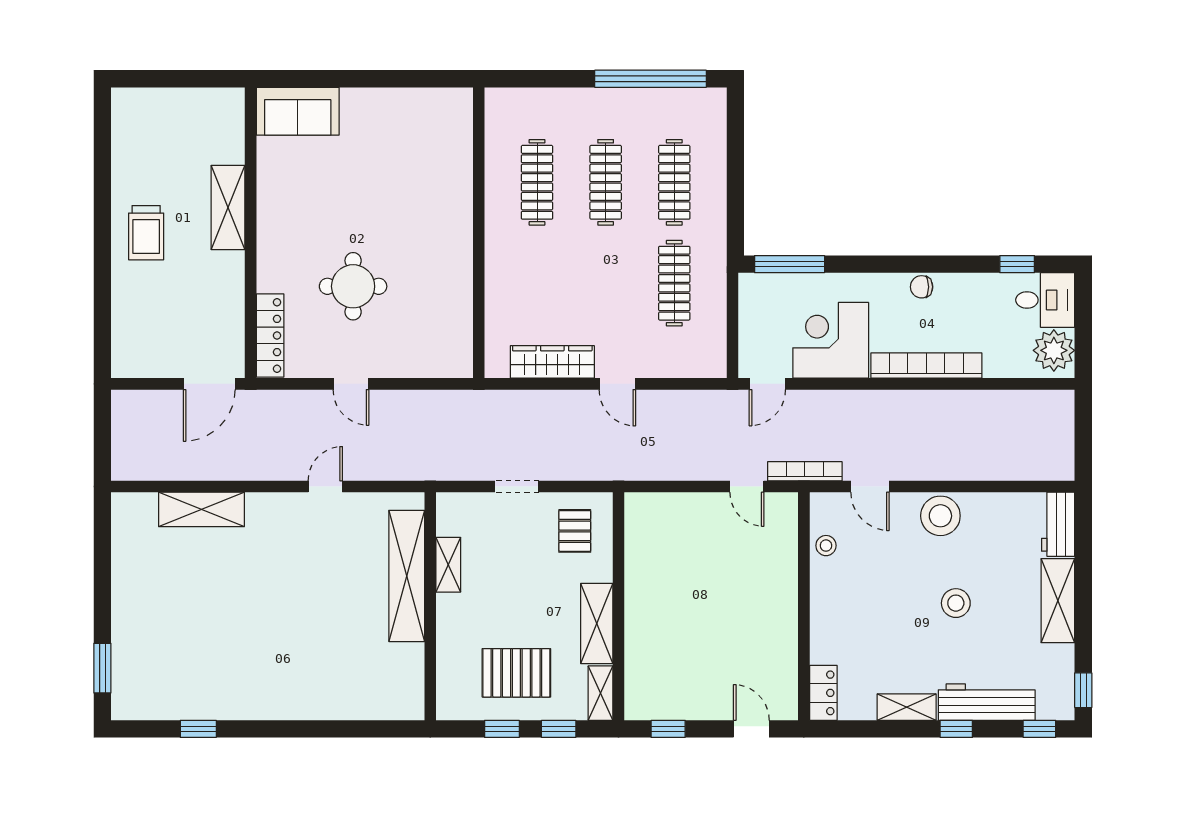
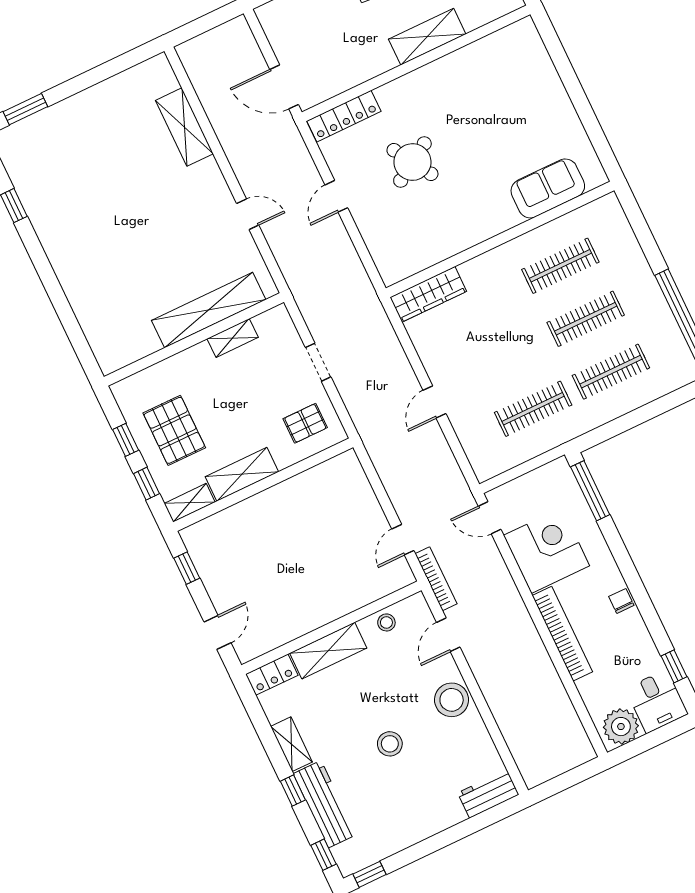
sofa: (298, 111) -> (548, 188), moved, turned 90
round table: (353, 286) -> (412, 162), turned -32
wardrobe: (552, 362) -> (428, 294), moved, turned 90
shelving: (1058, 601) -> (328, 651), moved

